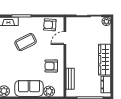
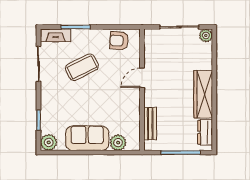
door: (65, 38) -> (142, 78), moved
armchair: (51, 66) -> (121, 104), removed

